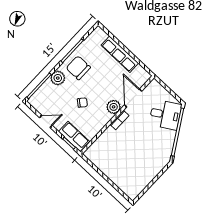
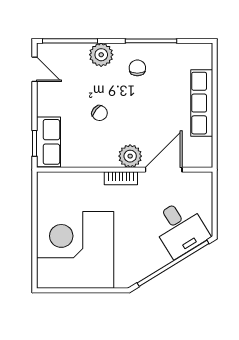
chair: (78, 68) -> (137, 68), width x0.54, depth x0.54
door: (46, 121) -> (35, 69), moved
corner desk: (132, 169) -> (75, 250), added

